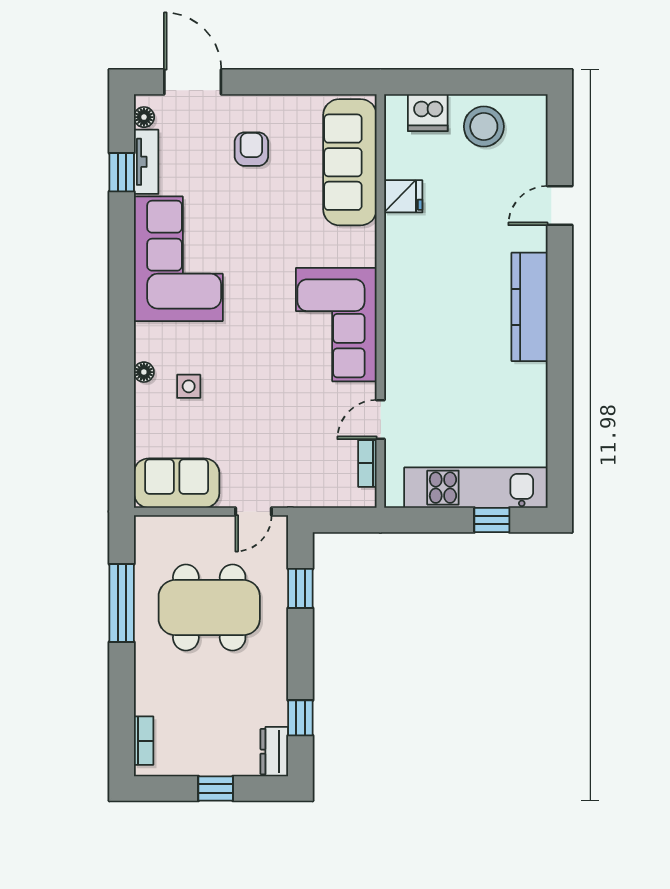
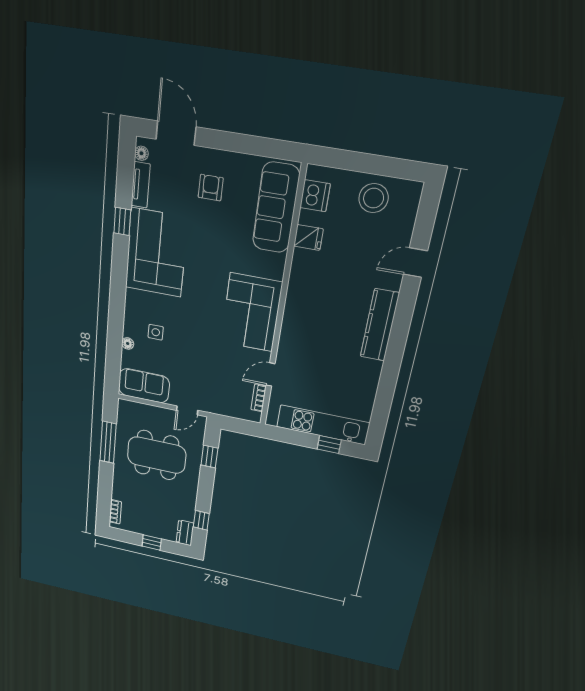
dishwasher: (428, 113) -> (315, 196), moved, turned -90
window: (122, 172) -> (122, 221), moved
floor lamp: (144, 372) -> (128, 343), moved

